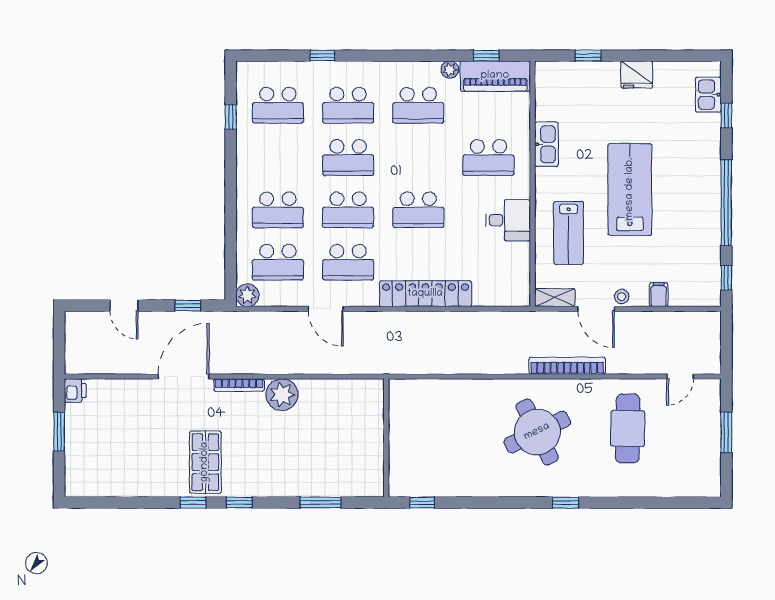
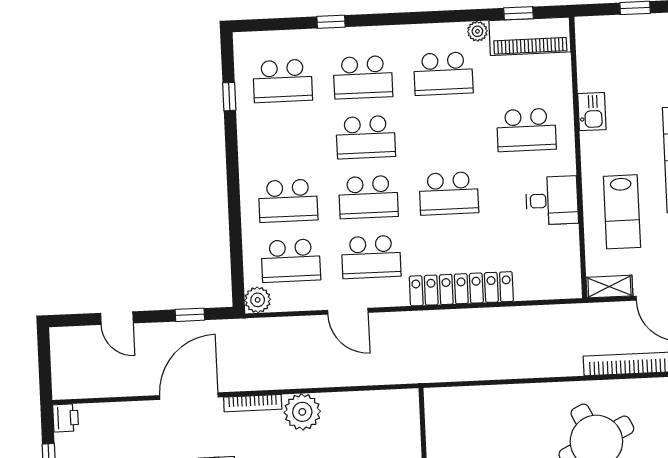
kitchen sink: (546, 144) -> (592, 112), width x0.73

